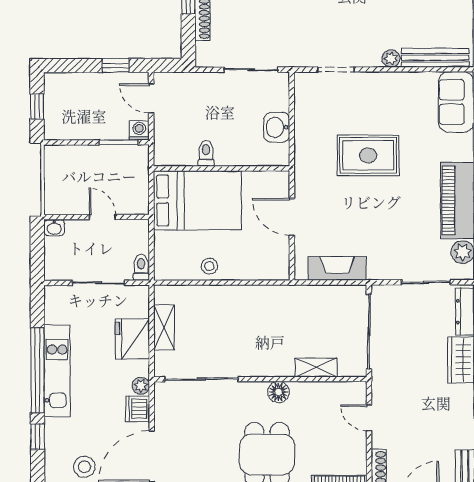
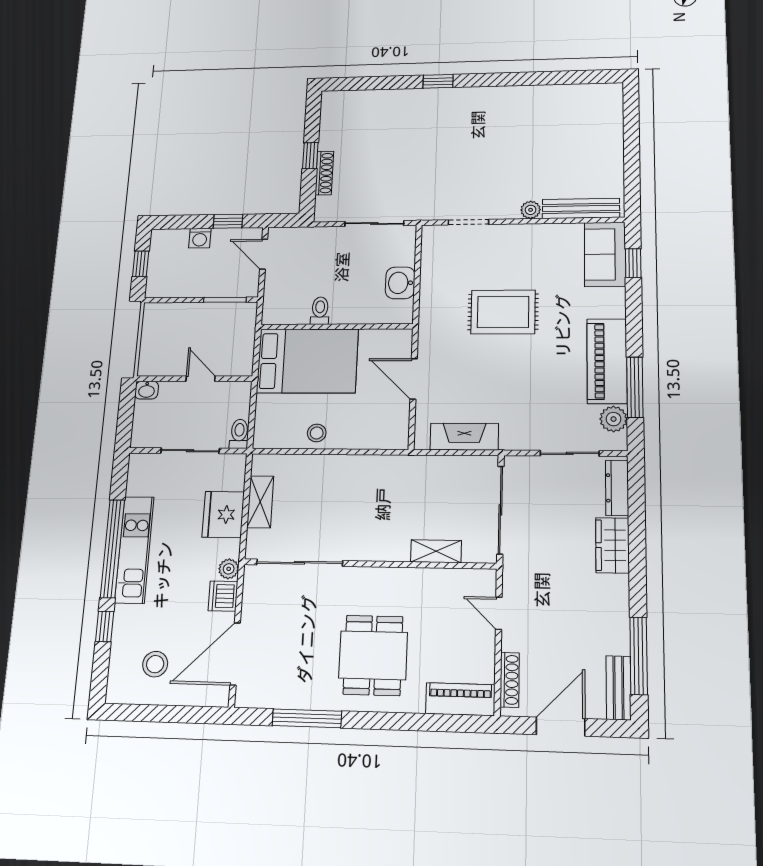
washing machine: (139, 130) -> (200, 238), moved, turned 180
floor lamp: (279, 392) -> (390, 580), removed

